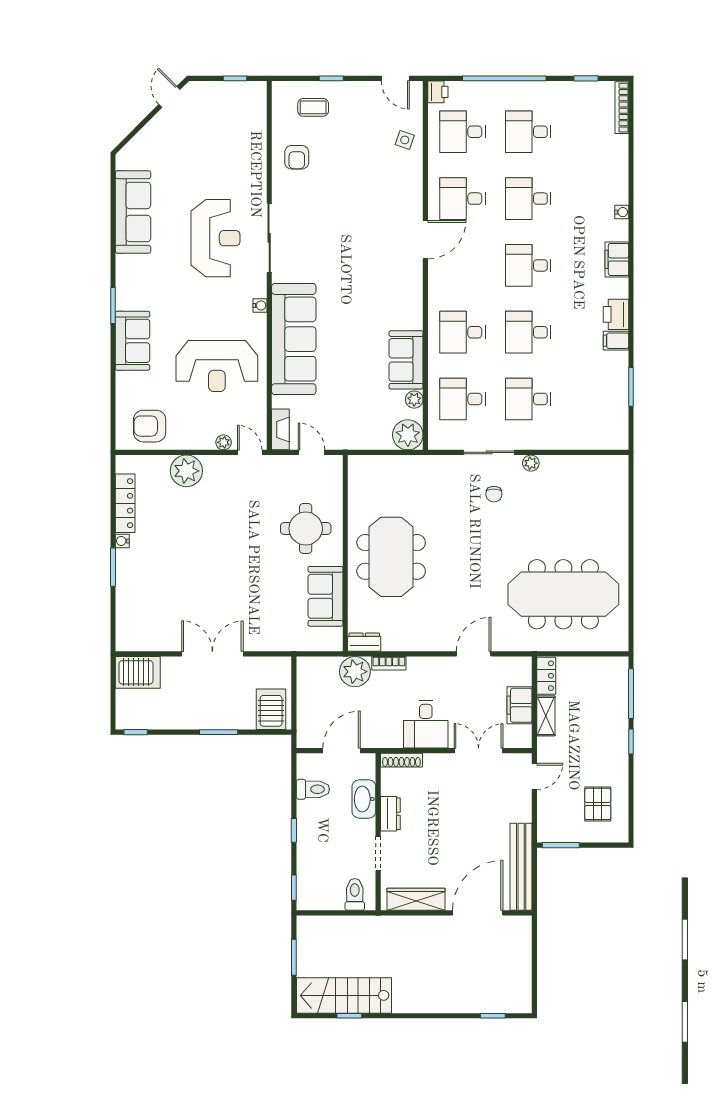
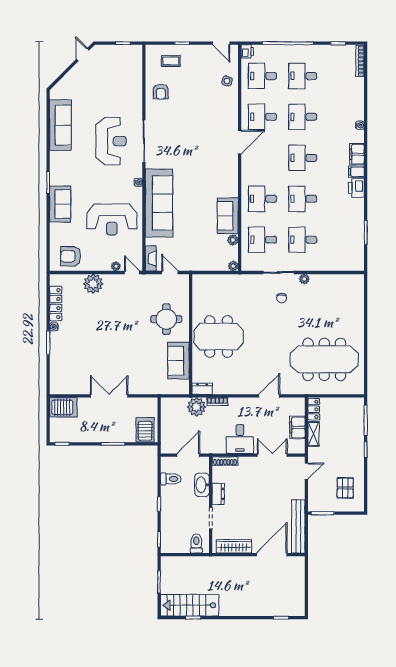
filing cabinet: (616, 341) -> (356, 172), moved
plant: (408, 435) -> (233, 266), width x0.53, depth x0.53
meeting table: (391, 557) -> (219, 337), turned 90

